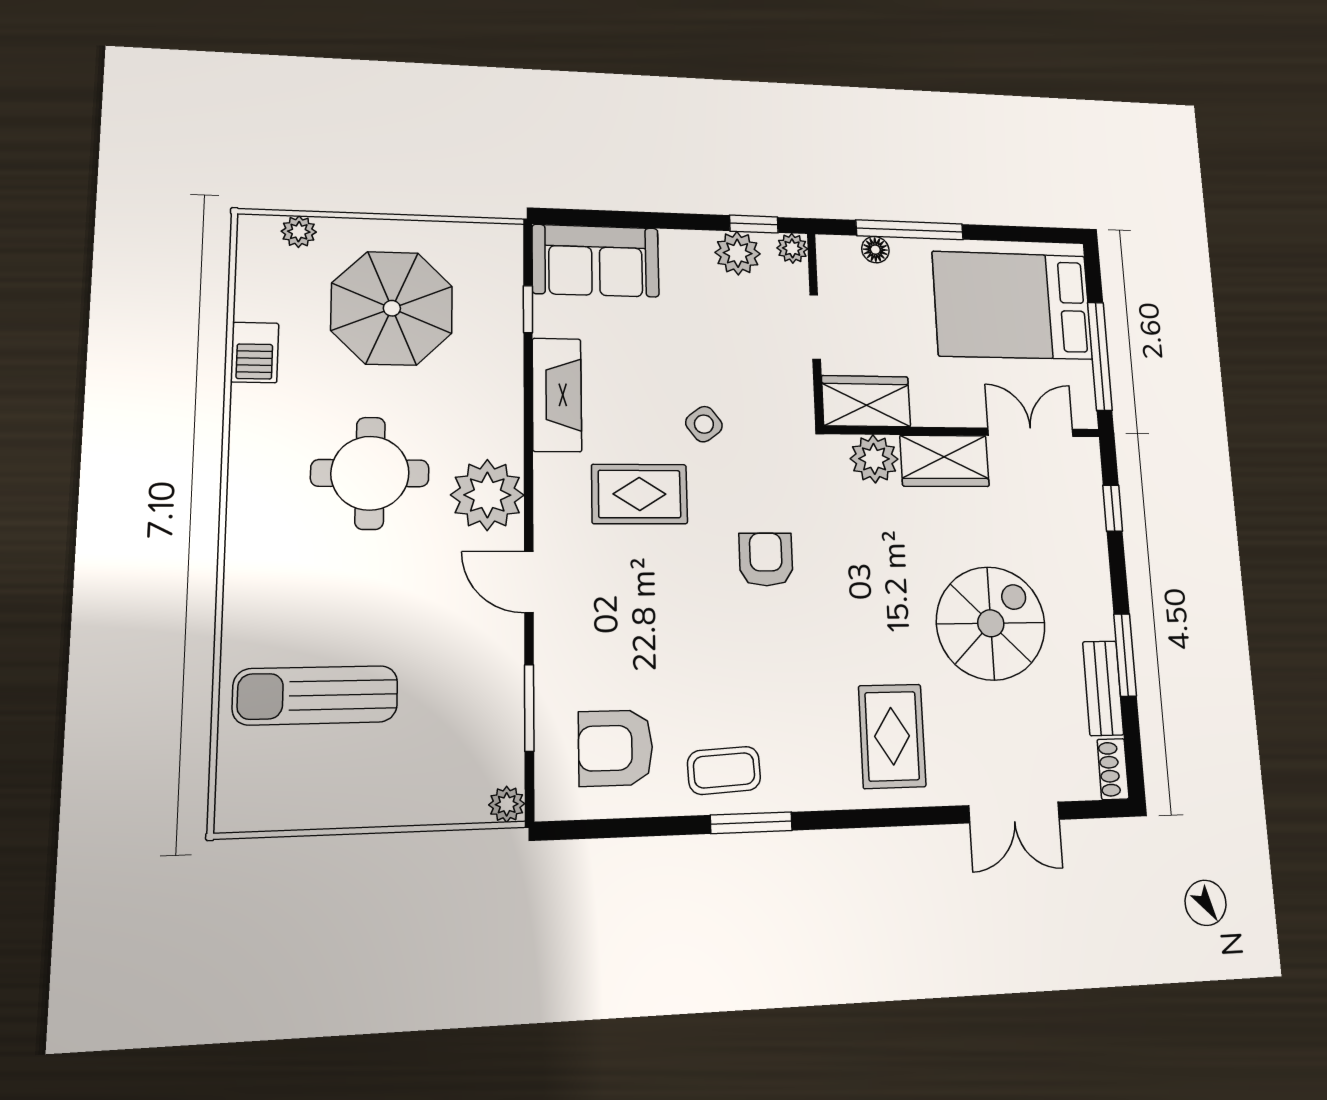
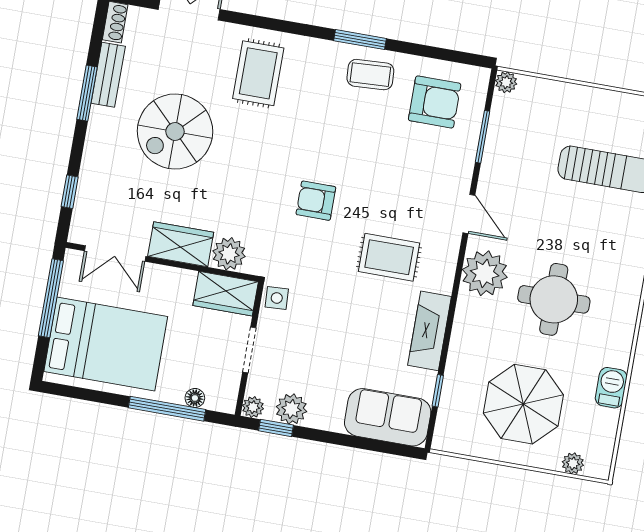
side table: (704, 424) -> (277, 298), moved, turned 34
armchair: (766, 559) -> (316, 201), turned 90

